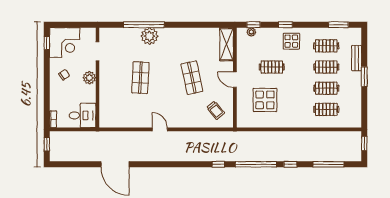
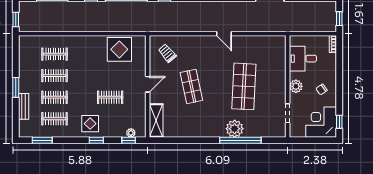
shop shelf: (140, 78) -> (244, 86), width x1.43, depth x1.36
door: (235, 80) -> (148, 84), hinge flipped
display table: (265, 100) -> (119, 49), moved
desk: (83, 115) -> (303, 59), moved

